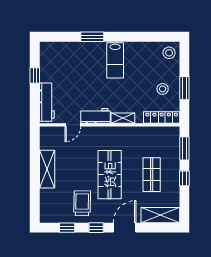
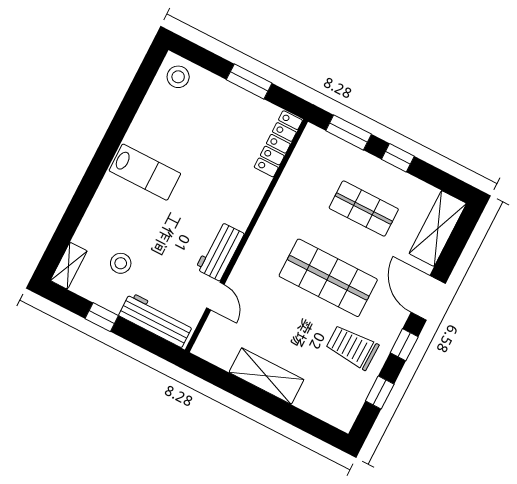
window: (92, 37) -> (87, 190), removed
stool: (163, 89) -> (121, 263), moved
shelving: (123, 118) -> (69, 266), moved

